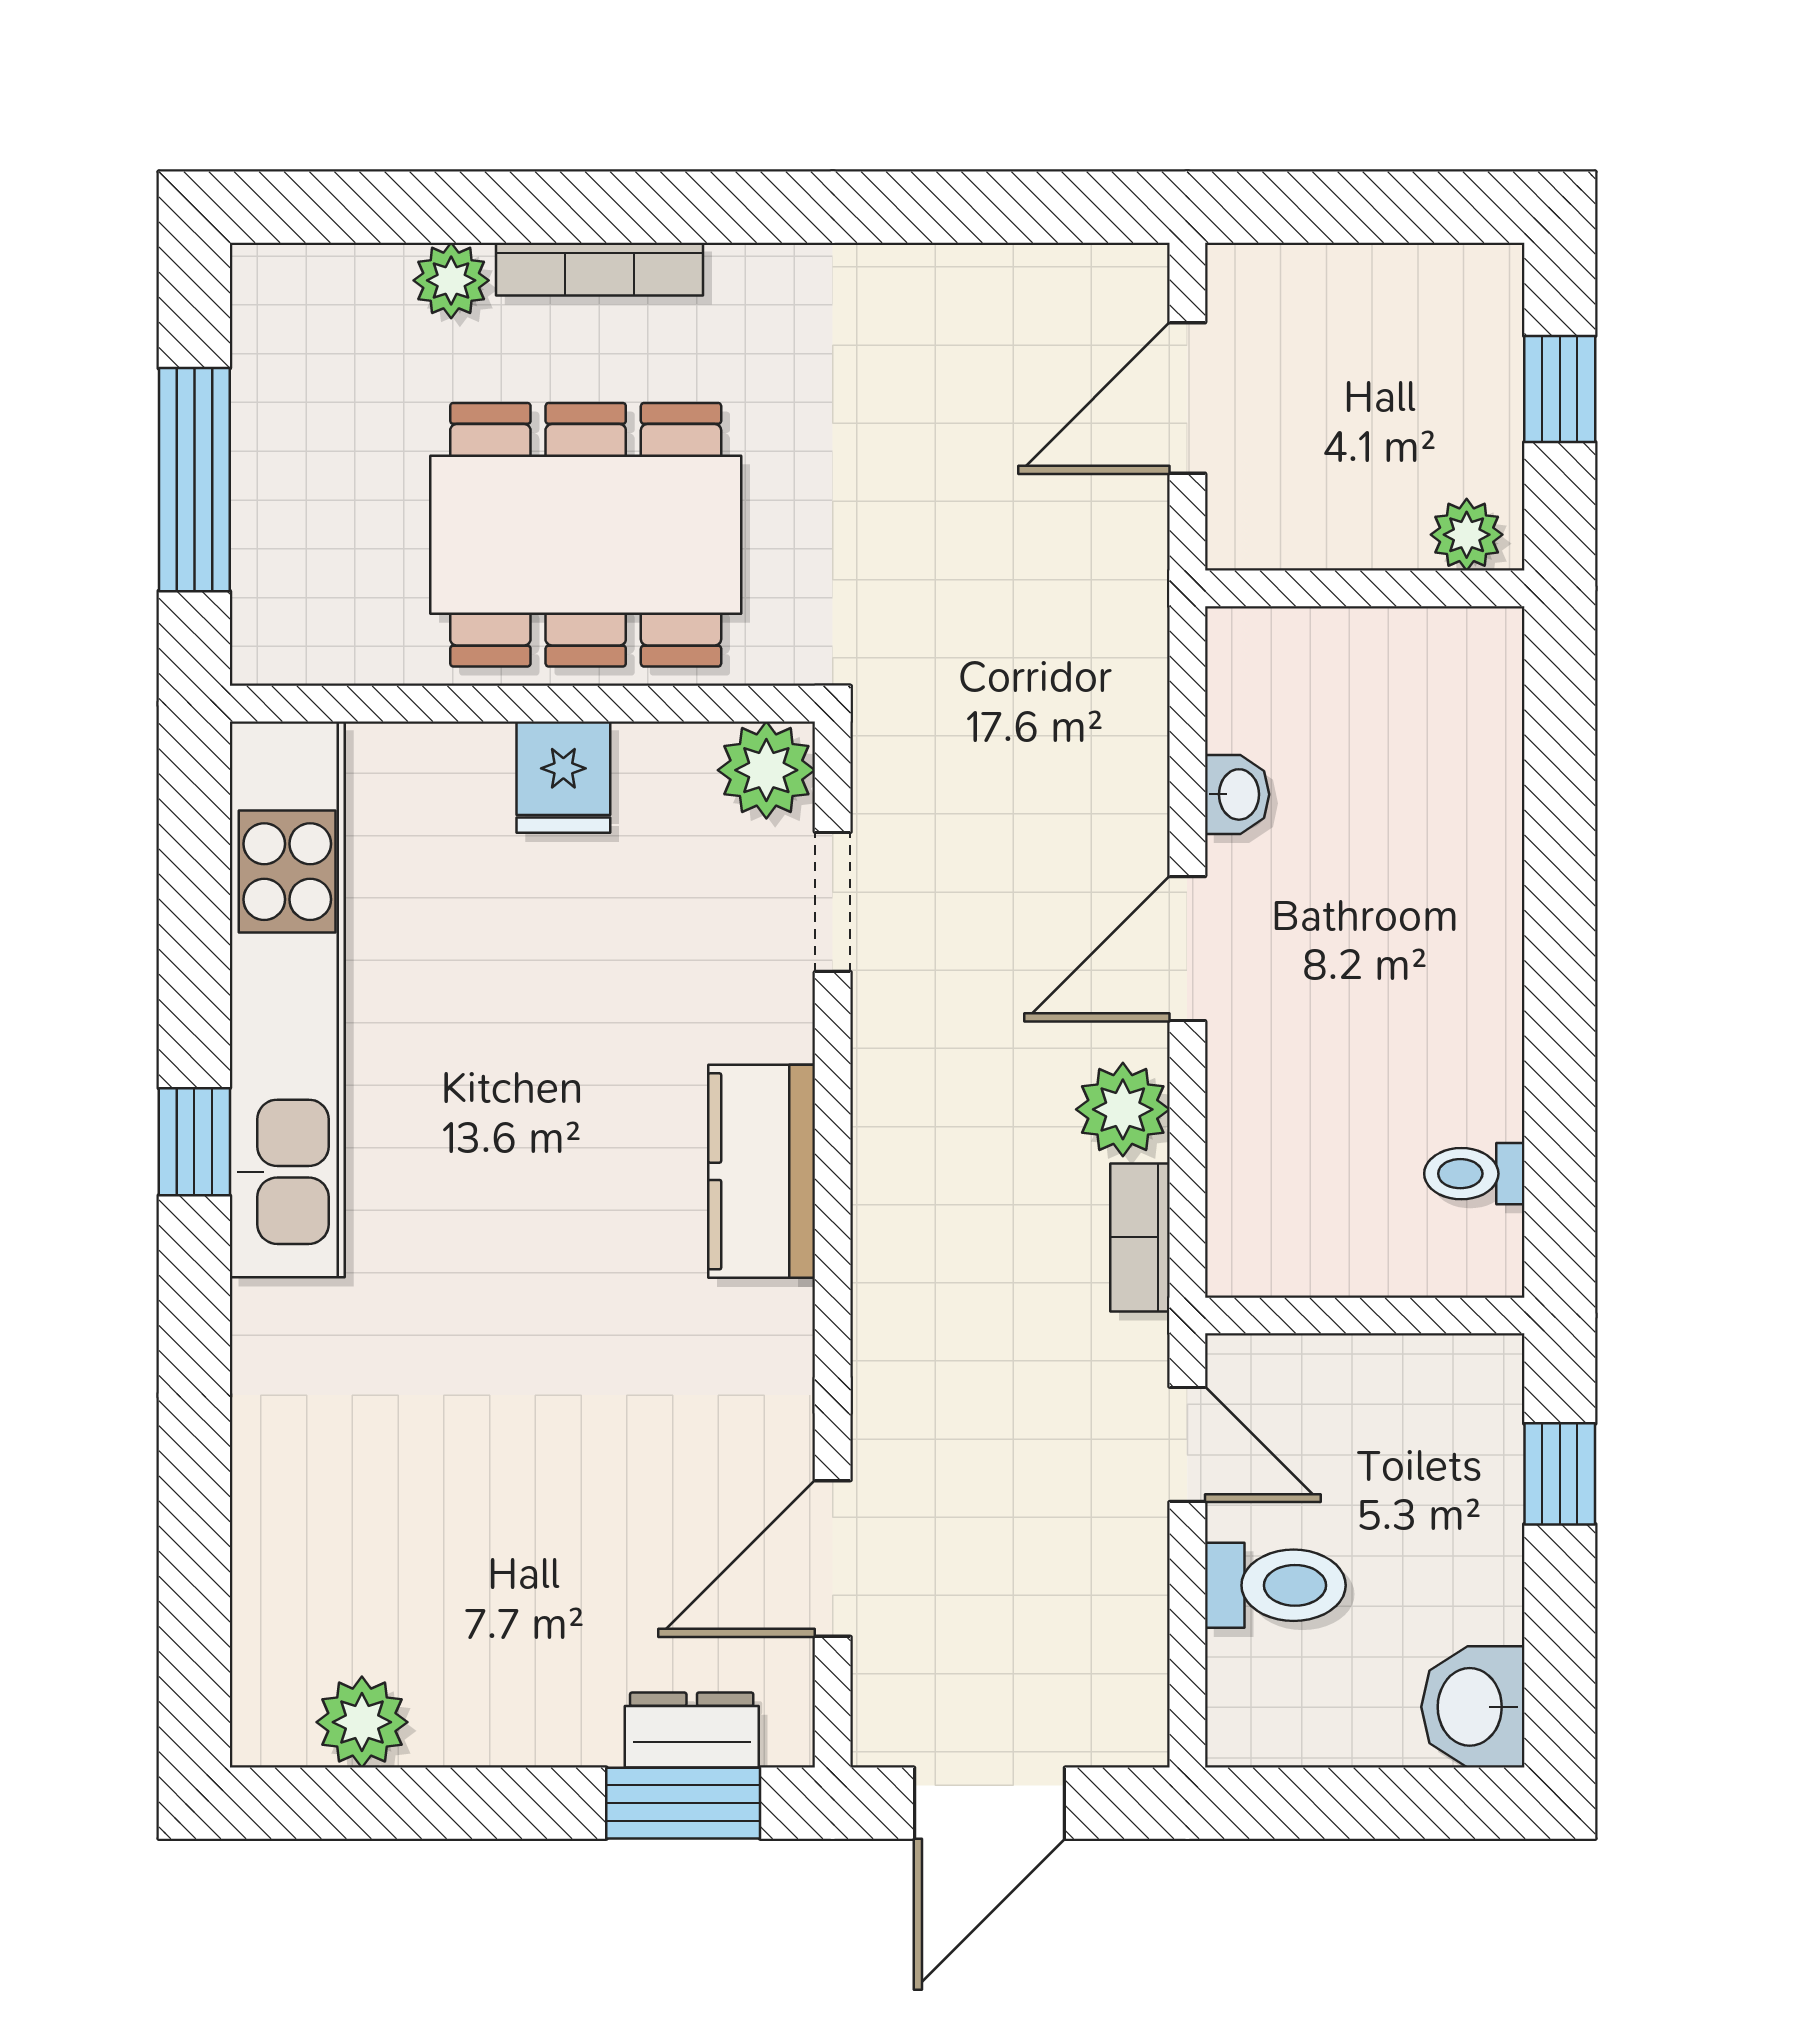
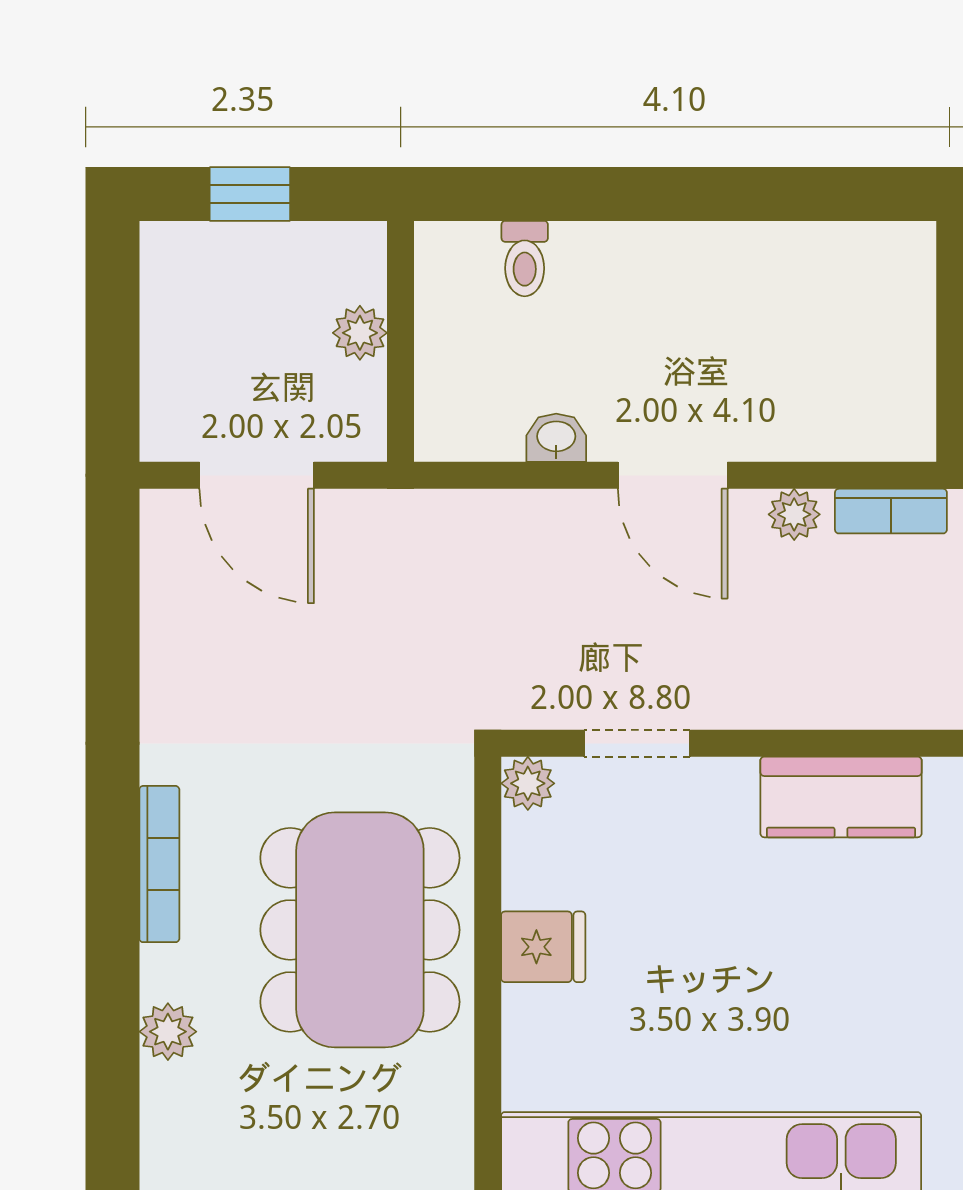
bookcase: (599, 269) -> (159, 864), moved
plant: (1467, 535) -> (360, 333), moved
plant: (766, 770) -> (528, 783), width x0.73, depth x0.73
plant: (1123, 1109) -> (794, 514), width x0.73, depth x0.73
toilet: (1474, 1174) -> (525, 259), moved

